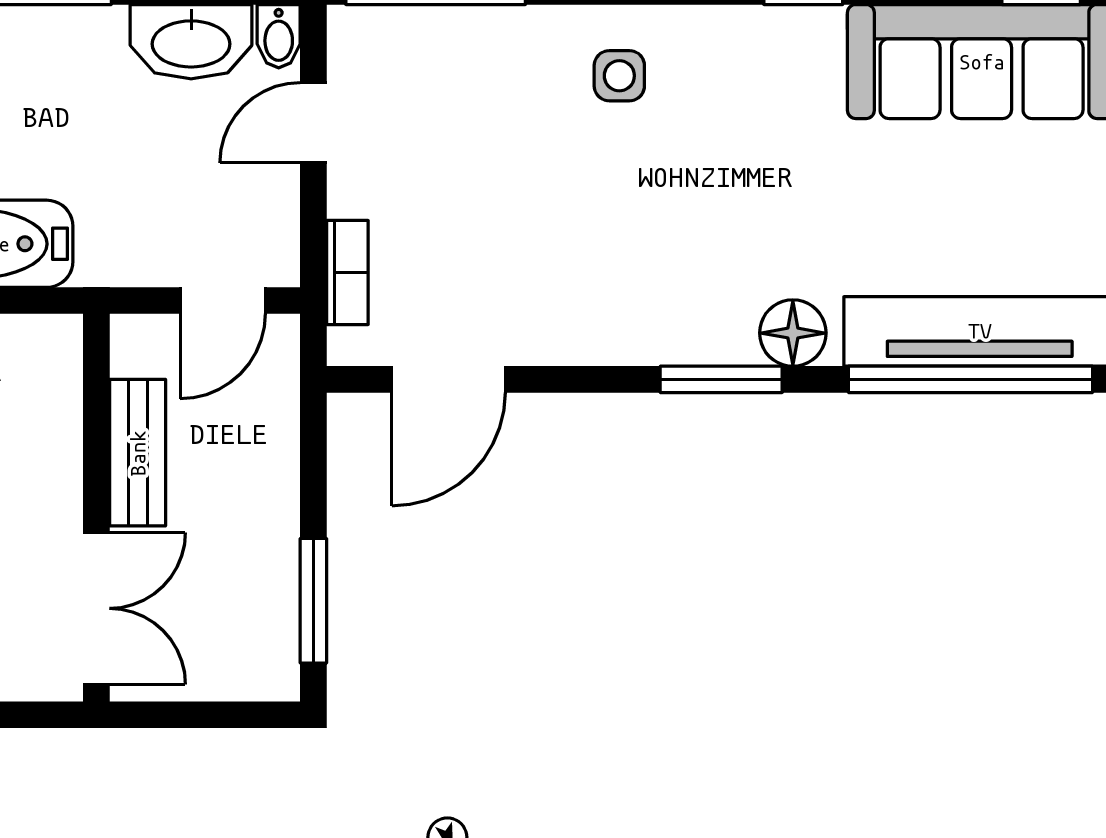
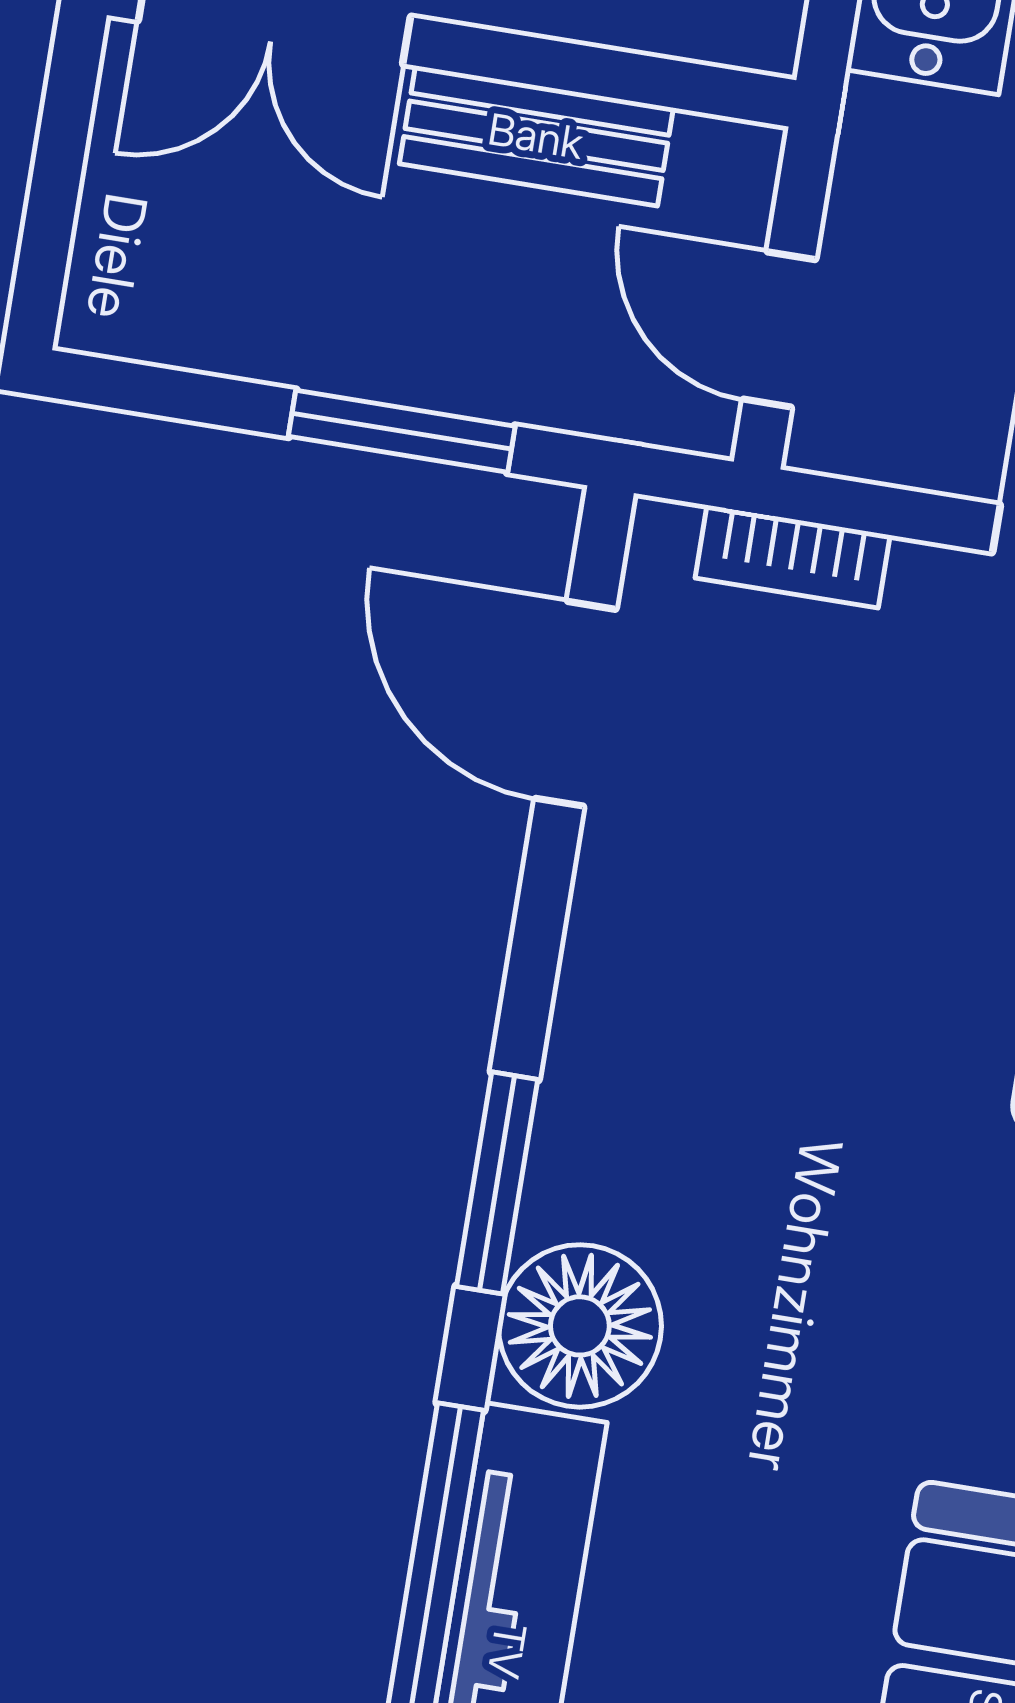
floor lamp: (793, 333) -> (580, 1326), width x1.38, depth x1.38
window: (313, 601) -> (402, 431), moved

